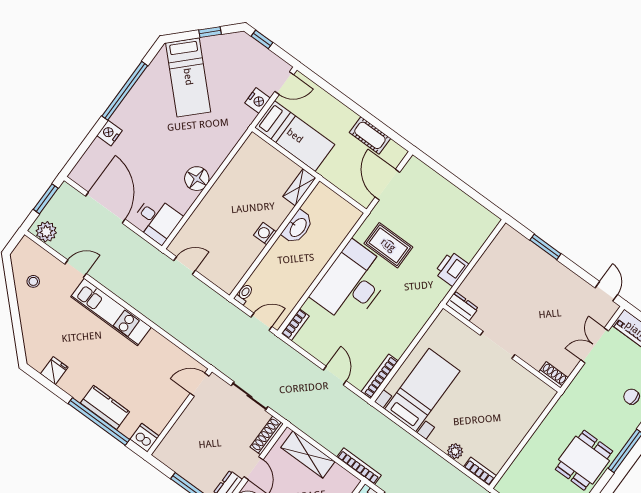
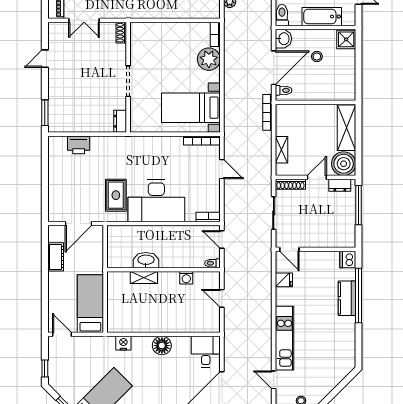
nightstand: (258, 101) -> (123, 343), moved
shelving: (299, 187) -> (144, 277), moved
washing machine: (265, 234) -> (186, 278), moved
window: (545, 247) -> (45, 113), moved
door: (185, 266) -> (222, 298), moved
printer: (452, 269) -> (79, 145), moved
door: (606, 291) -> (45, 59), moved
fridge: (54, 371) -> (284, 280), moved, turned 180
door: (335, 376) -> (222, 169), swing flipped
plant: (455, 451) -> (209, 59), width x1.87, depth x1.87
shelving: (308, 455) -> (282, 150), width x0.67, depth x0.75

